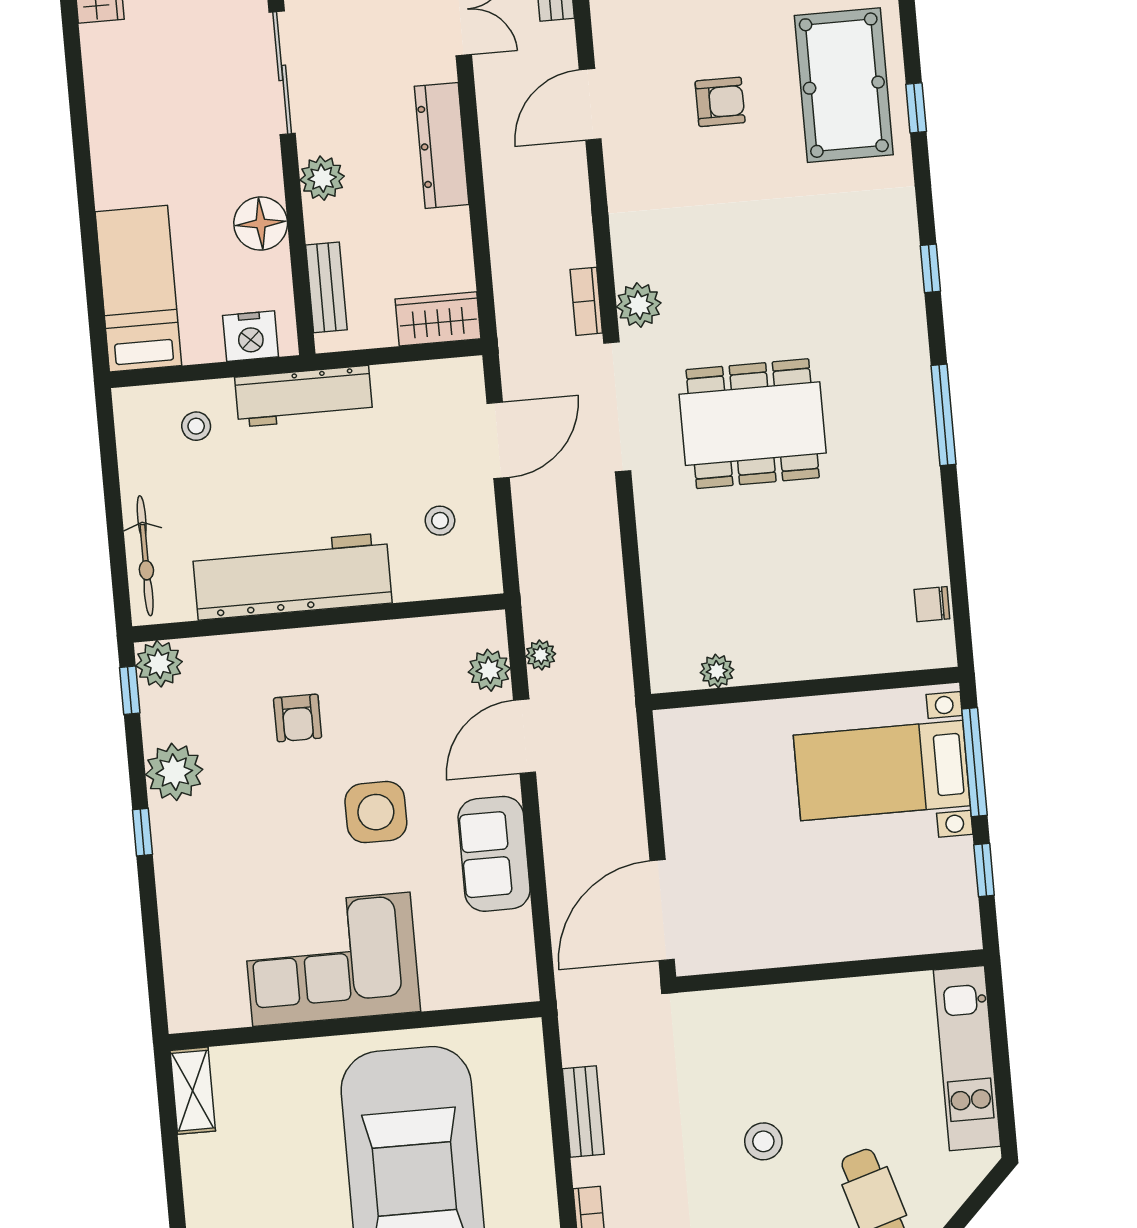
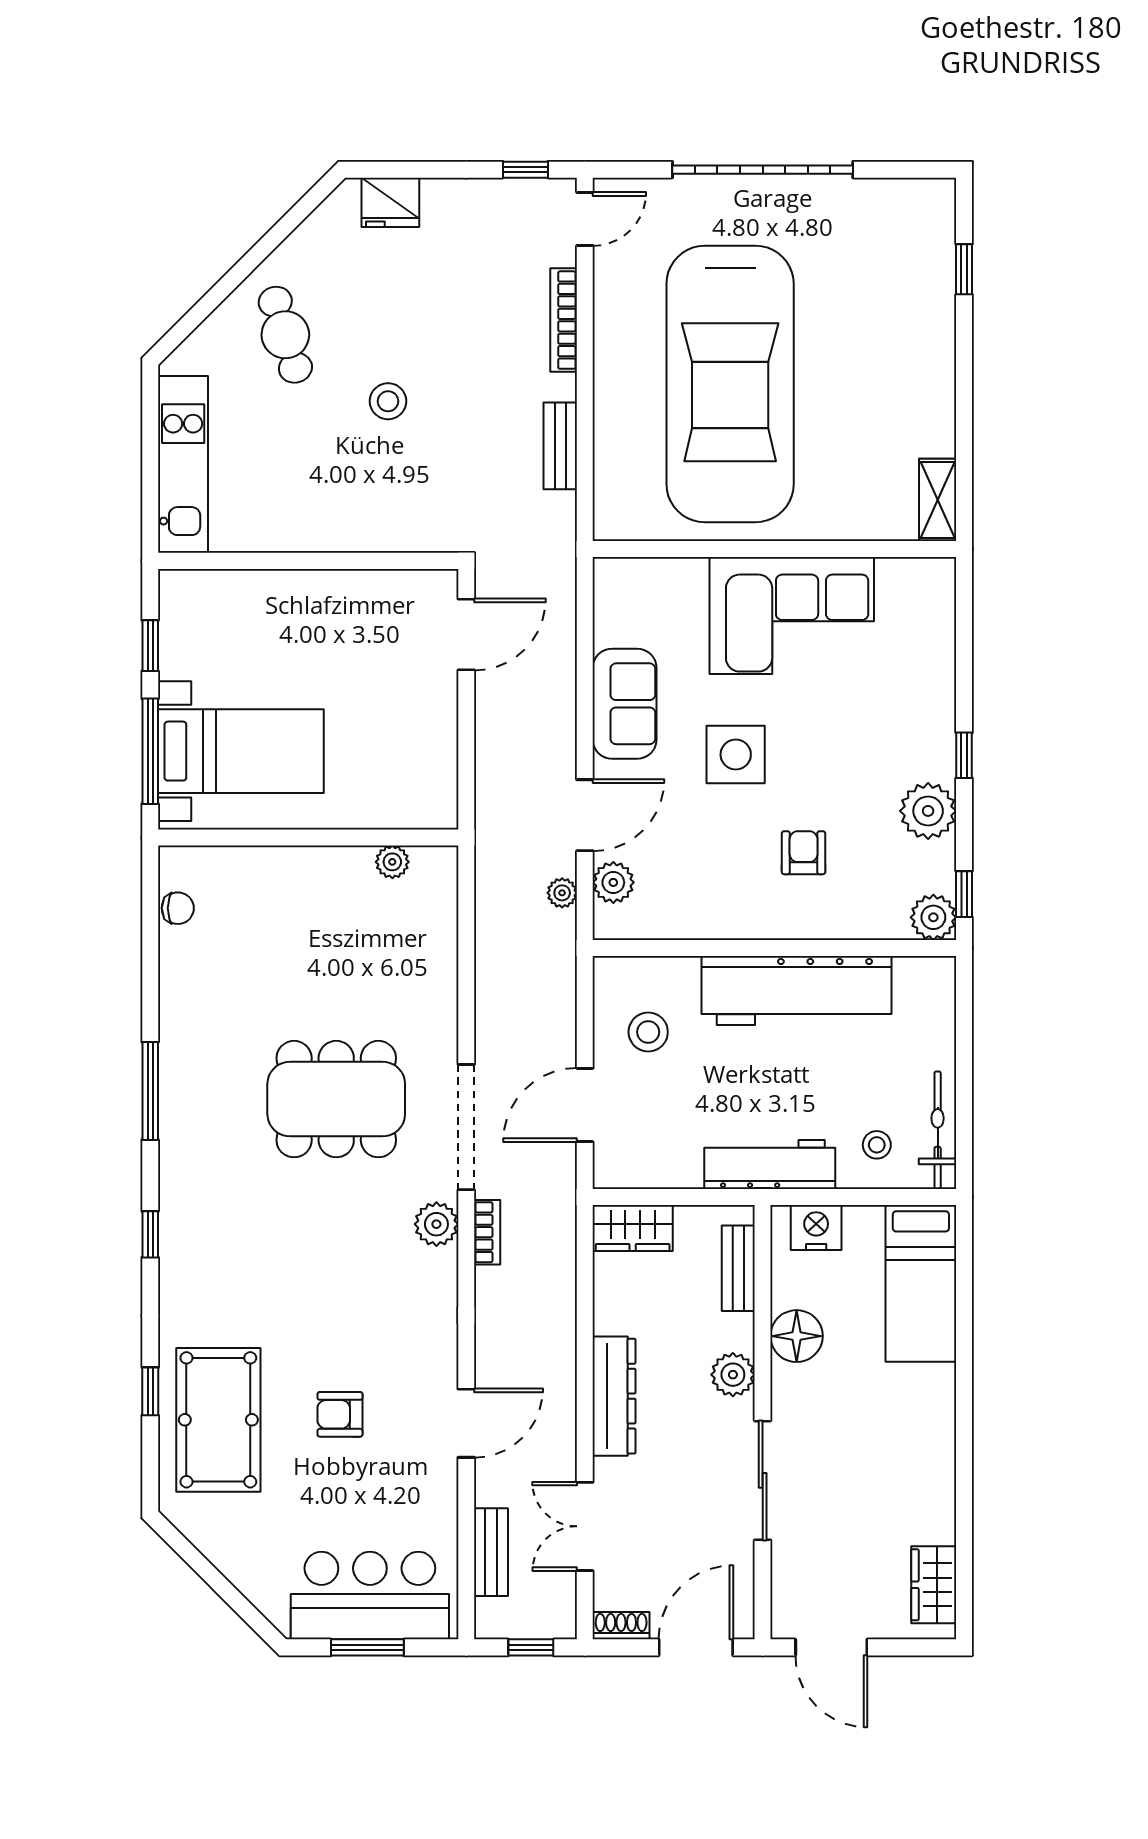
stool: (440, 521) -> (648, 1032), width x1.37, depth x1.37
bicycle: (145, 556) -> (938, 1130), moved
door: (662, 910) -> (466, 634), width x0.73

